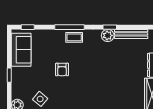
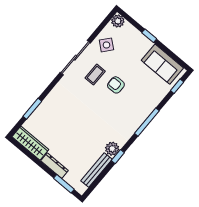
coffee table: (74, 37) -> (95, 75), moved

